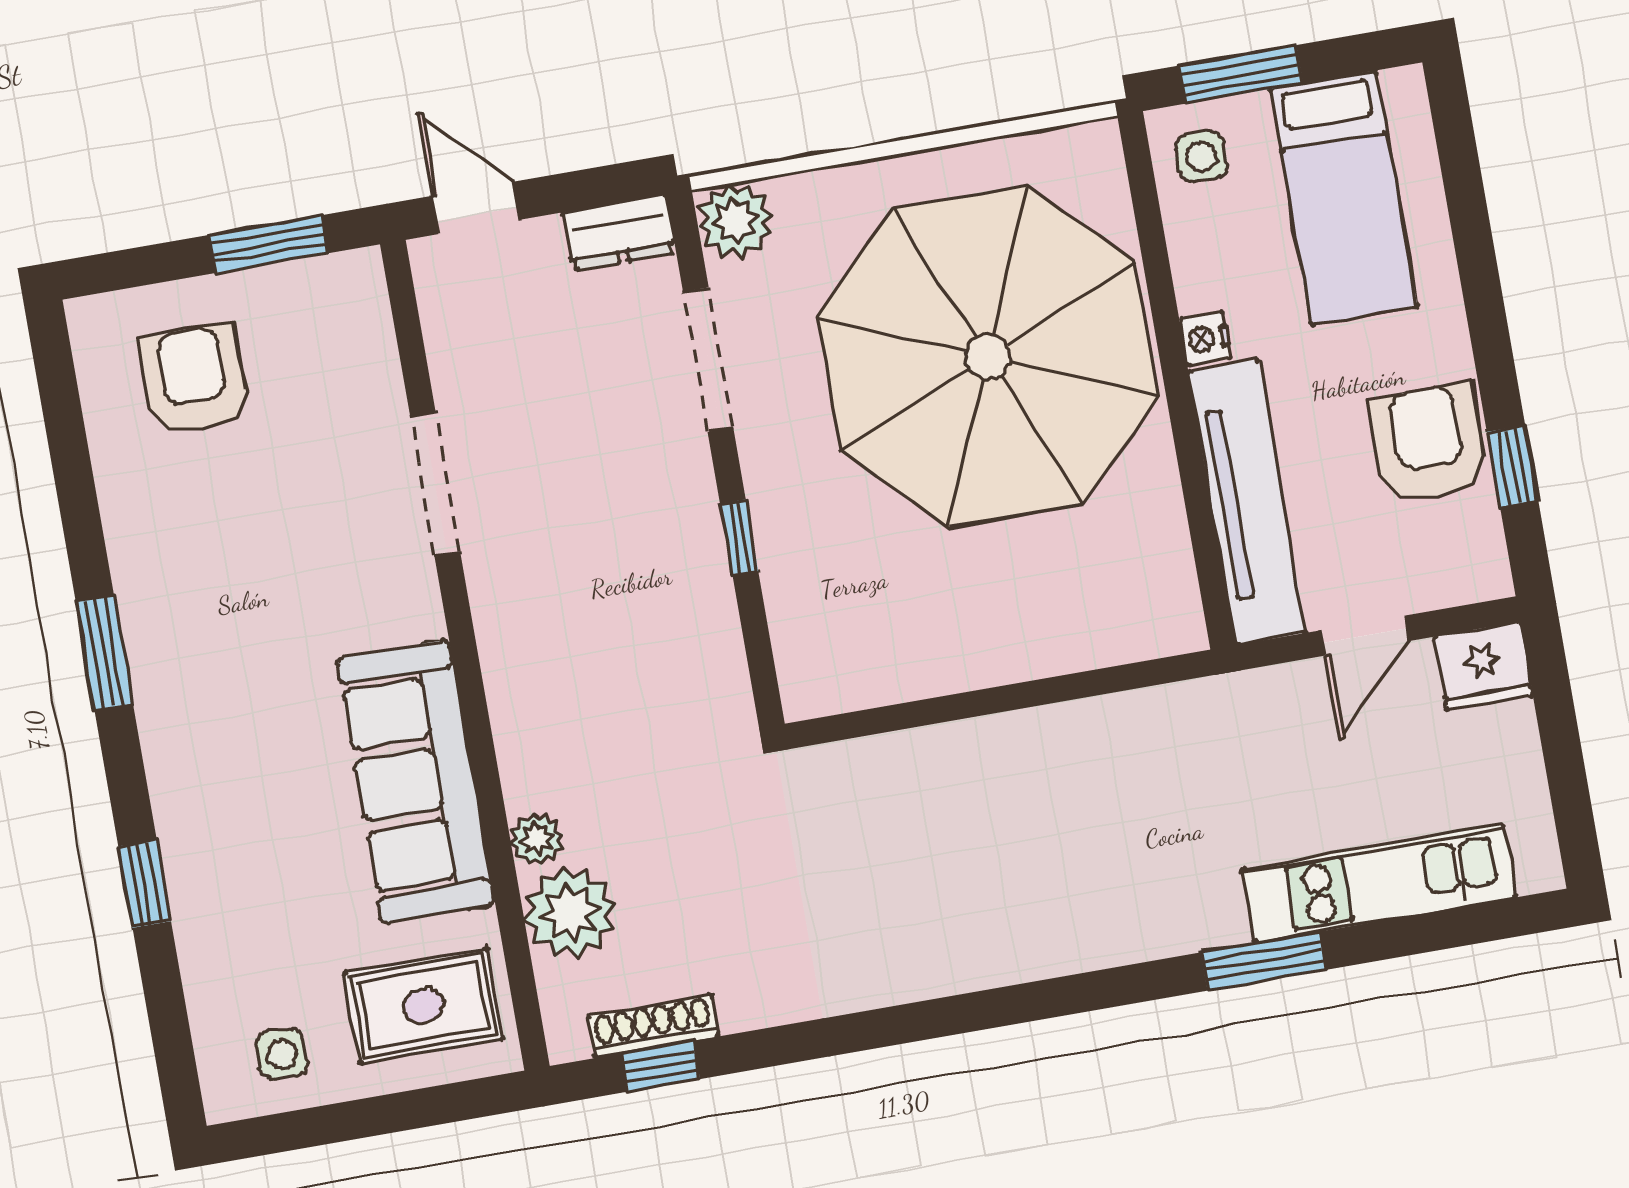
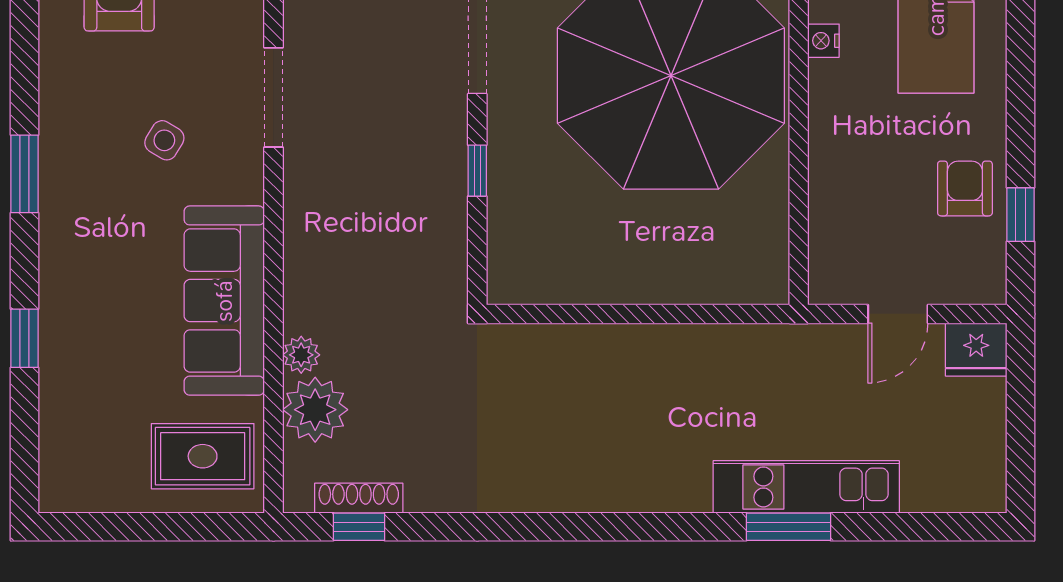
nightstand: (1205, 339) -> (823, 41), moved
armchair: (1428, 443) -> (965, 188), width x0.72, depth x0.72
tv unit: (1247, 502) -> (833, 207), removed
kitchen unit: (1379, 883) -> (806, 487), moved
side table: (282, 1054) -> (164, 140), moved, turned 31

